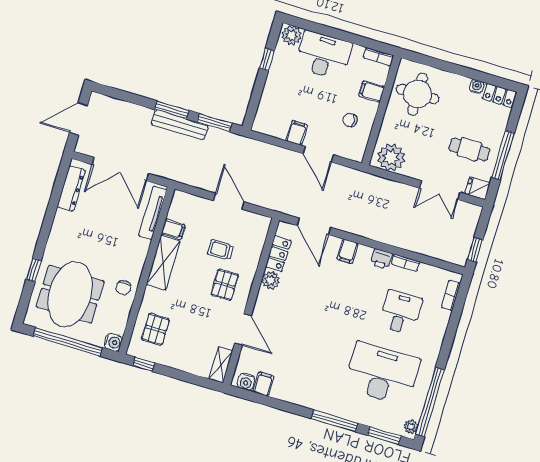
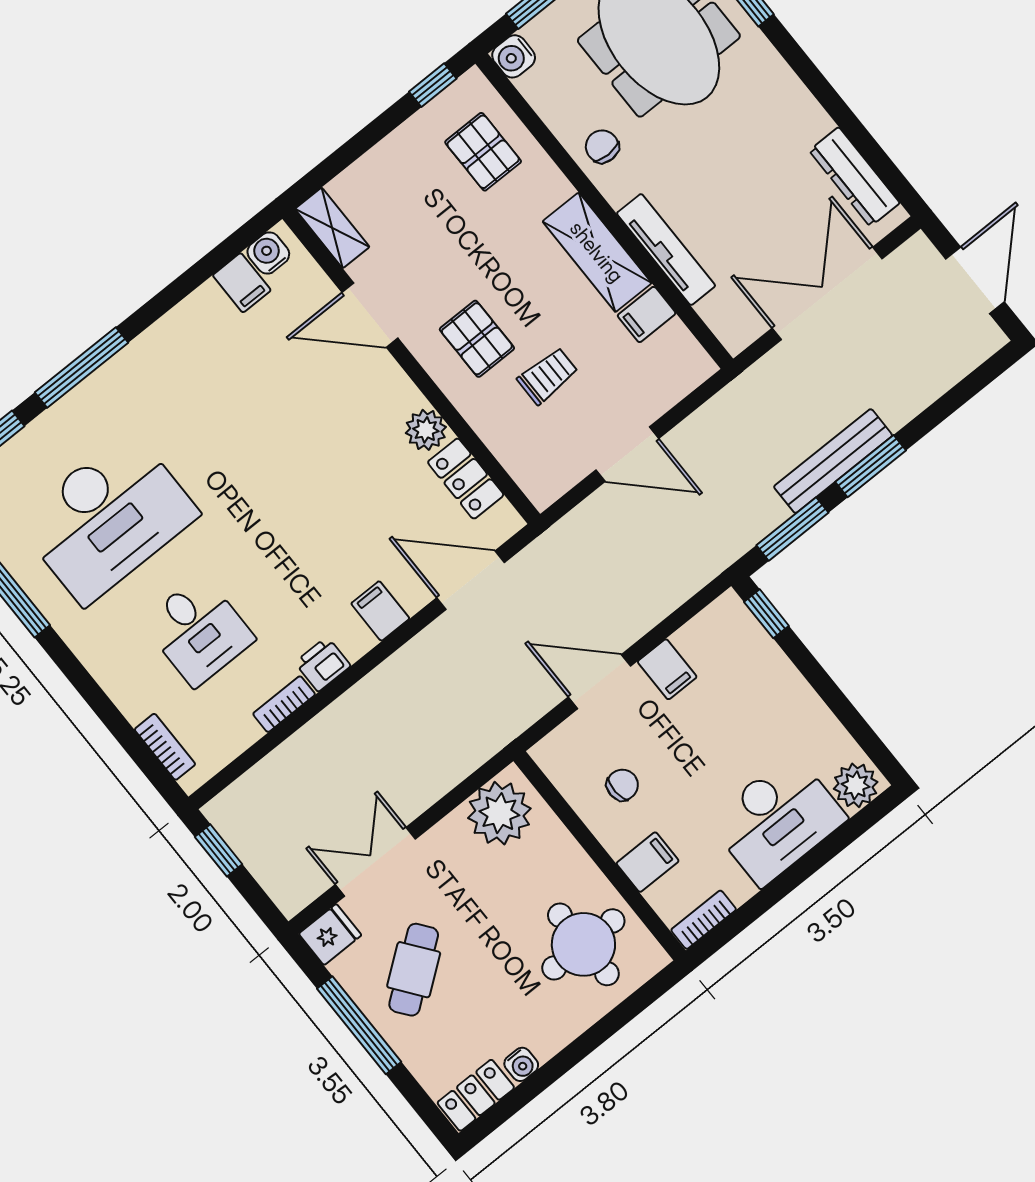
window: (267, 59) -> (766, 614), moved
cafe table: (469, 149) -> (414, 970), turned -37
tv unit: (153, 213) -> (666, 250), moved

